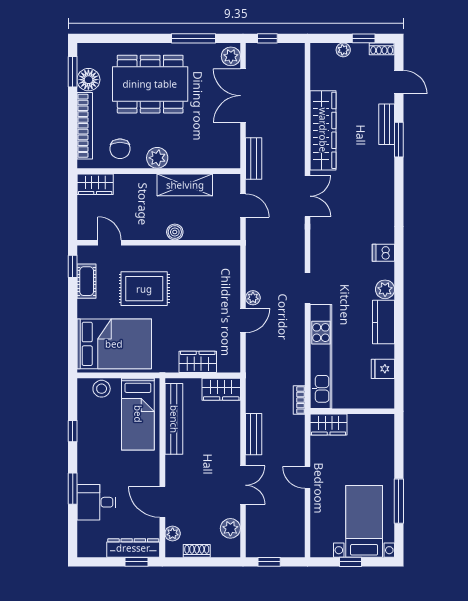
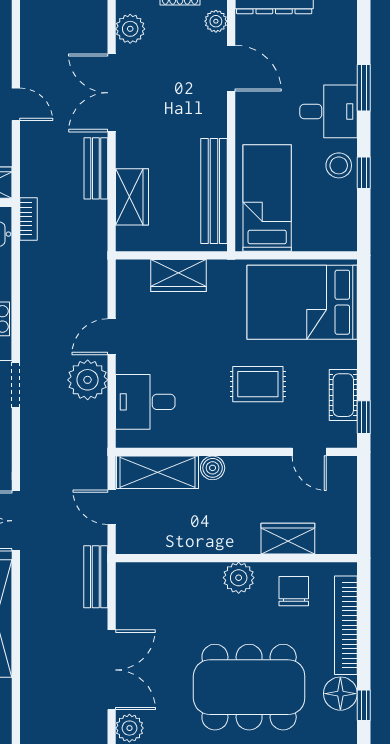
window: (73, 72) -> (364, 705), width x0.67
wardrobe: (95, 184) -> (288, 539), moved
shelving: (185, 185) -> (158, 472), moved
desk: (220, 277) -> (145, 402), added
rug: (144, 289) -> (258, 384), width x0.73, depth x0.70
plant: (253, 298) -> (88, 380), width x1.88, depth x1.88
stool: (102, 389) -> (339, 165), moved
wardrobe: (221, 389) -> (132, 197), moved, turned 90
double door: (243, 485) -> (112, 93), width x1.37
desk: (96, 502) -> (329, 111), moved

